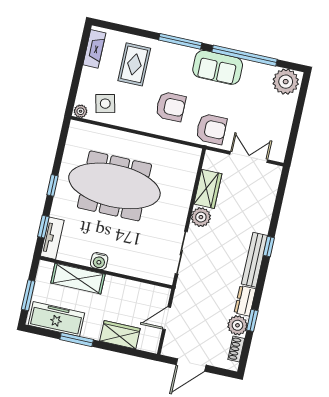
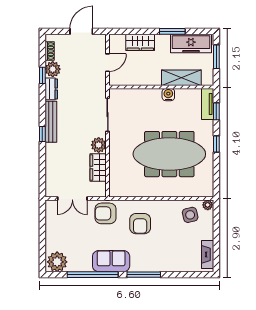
rug: (134, 64) -> (175, 249), removed
armchair: (171, 107) -> (140, 224), turned -90

